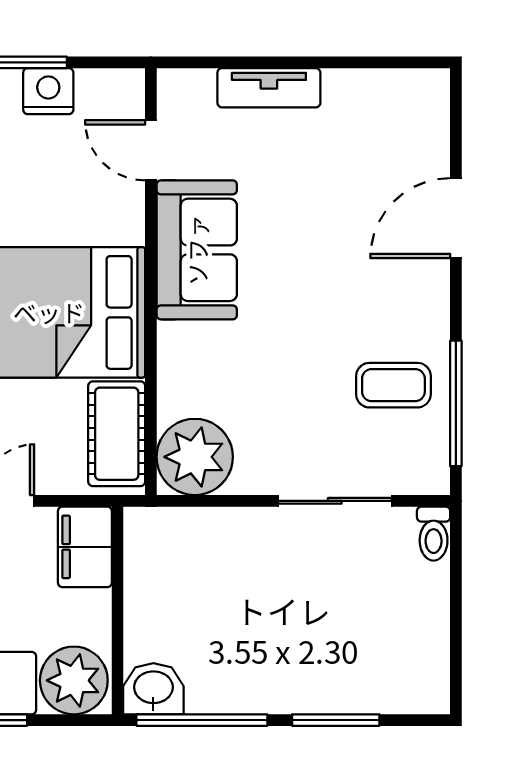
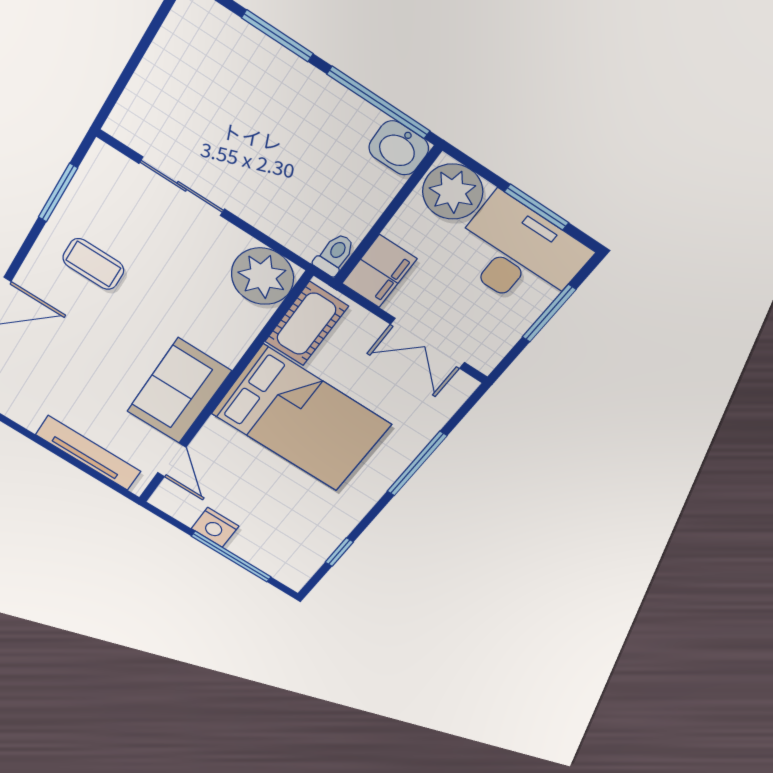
tv unit: (269, 88) -> (88, 453), width x1.41
coffee table: (393, 385) -> (93, 264), moved
window: (456, 403) -> (58, 193), width x0.69
toilet: (434, 534) -> (334, 255), moved

